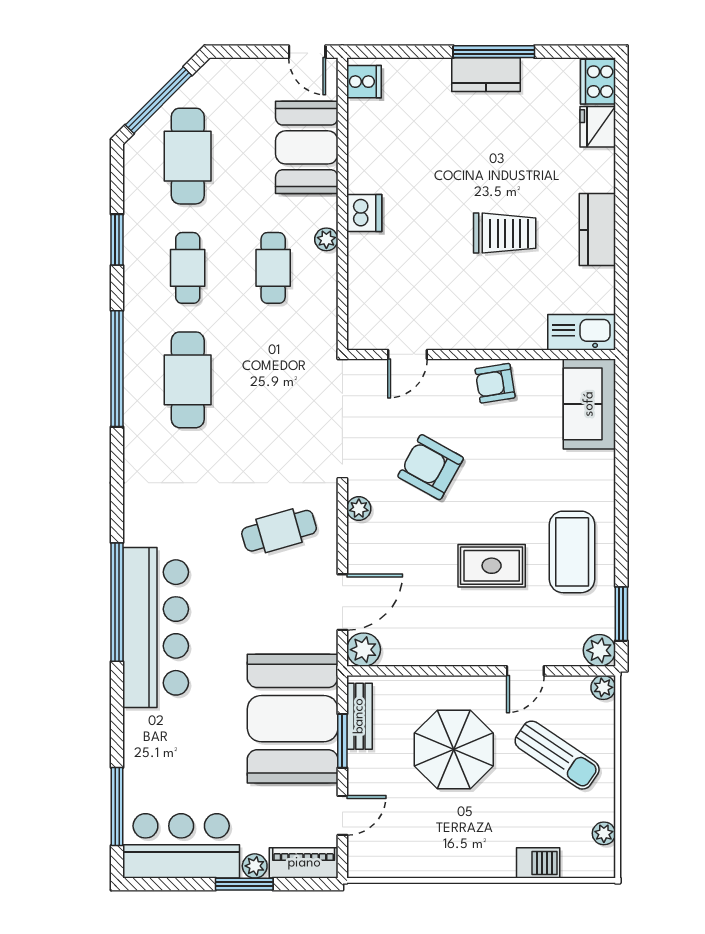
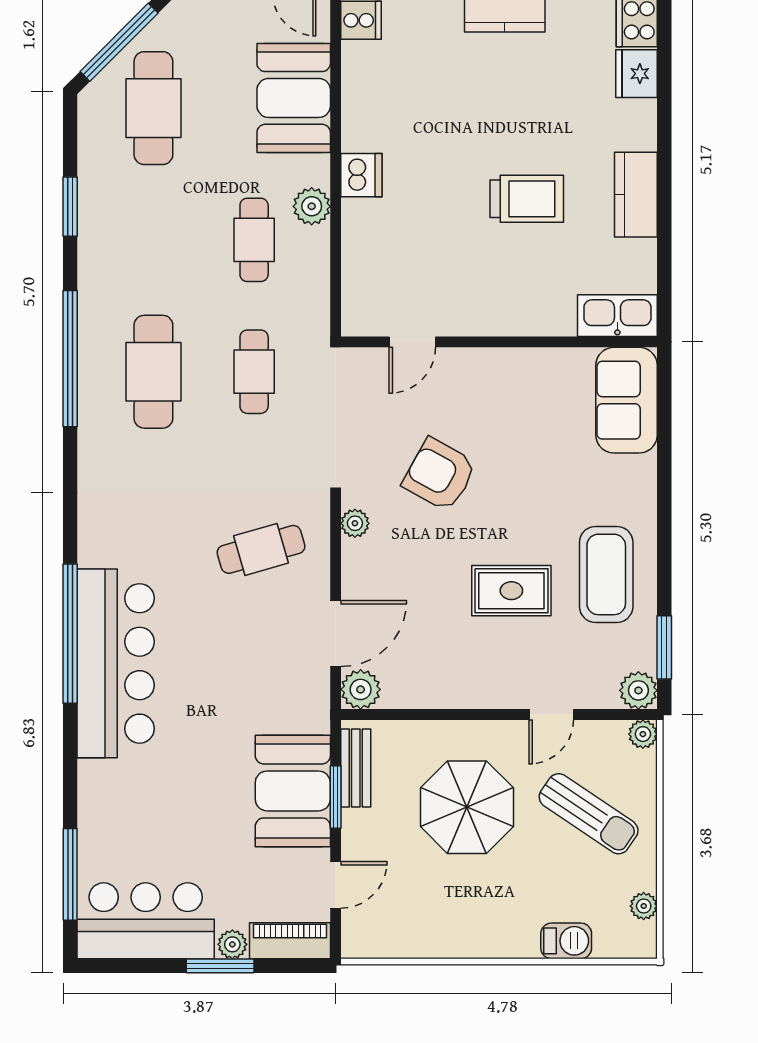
plant: (326, 239) -> (312, 206), width x1.38, depth x1.38
cafe table: (188, 268) -> (254, 372), moved
armchair: (495, 383) -> (516, 376), removed
booth: (293, 719) -> (293, 791), width x0.73, depth x0.70

